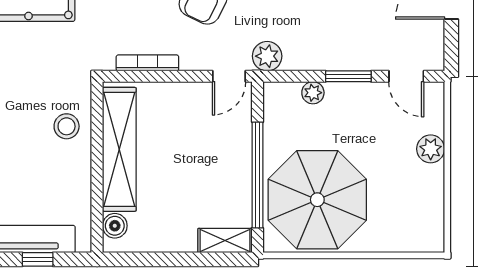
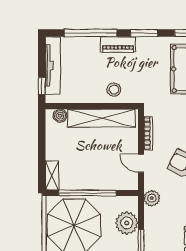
door: (229, 76) -> (141, 163), moved
plant: (313, 93) -> (127, 223), width x1.88, depth x1.88
window: (38, 259) -> (42, 86), moved

